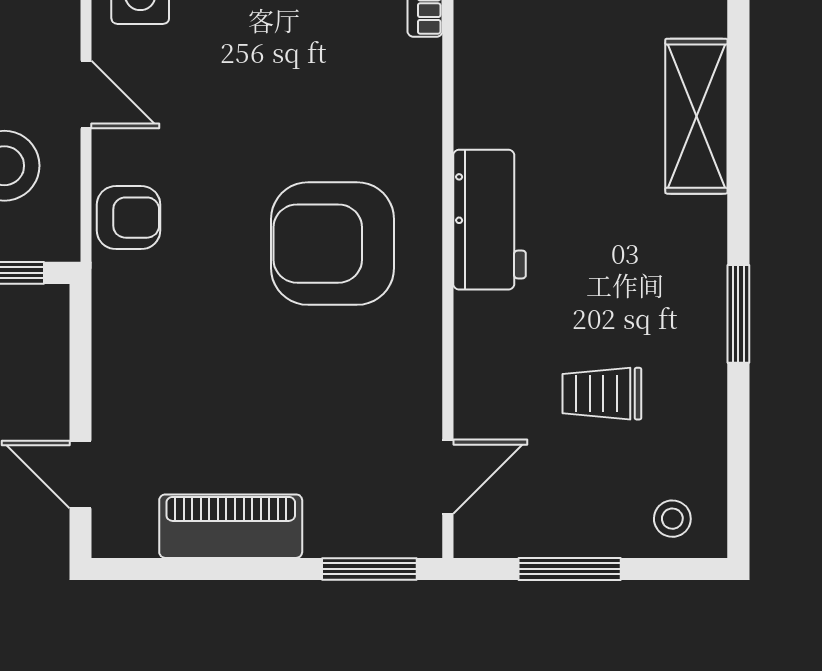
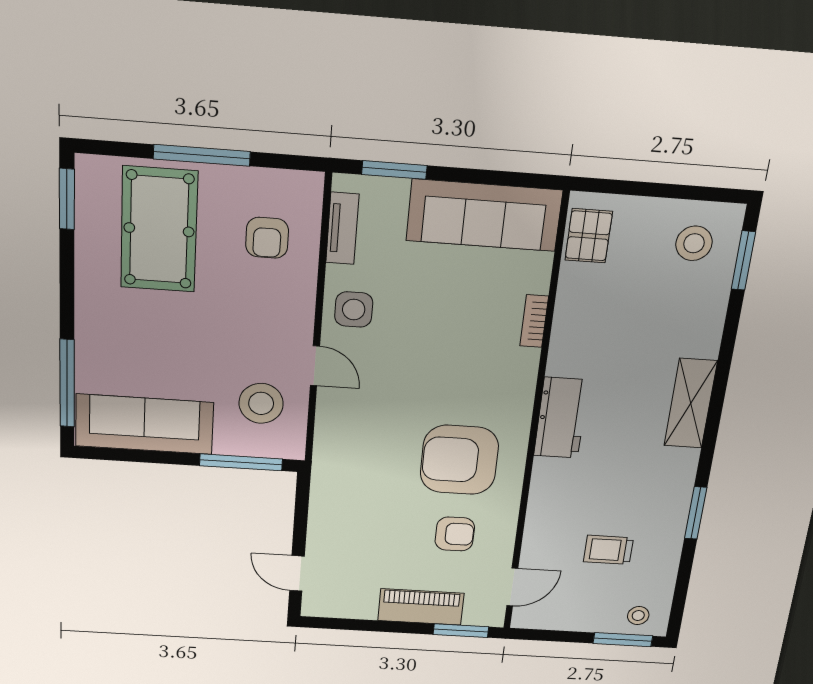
armchair: (129, 218) -> (455, 534), moved
workbench: (490, 220) -> (561, 418), moved
piano: (231, 526) -> (421, 607), moved
window: (570, 569) -> (623, 640), moved

